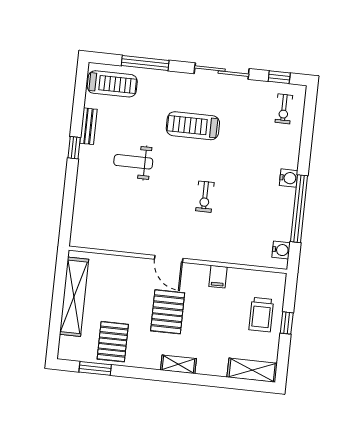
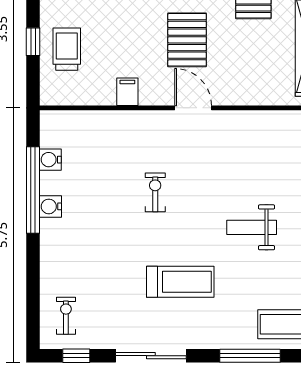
weight bench: (133, 162) -> (252, 227), turned 180
water cooler: (289, 178) -> (50, 206), moved
water cooler: (281, 250) -> (50, 160), moved

